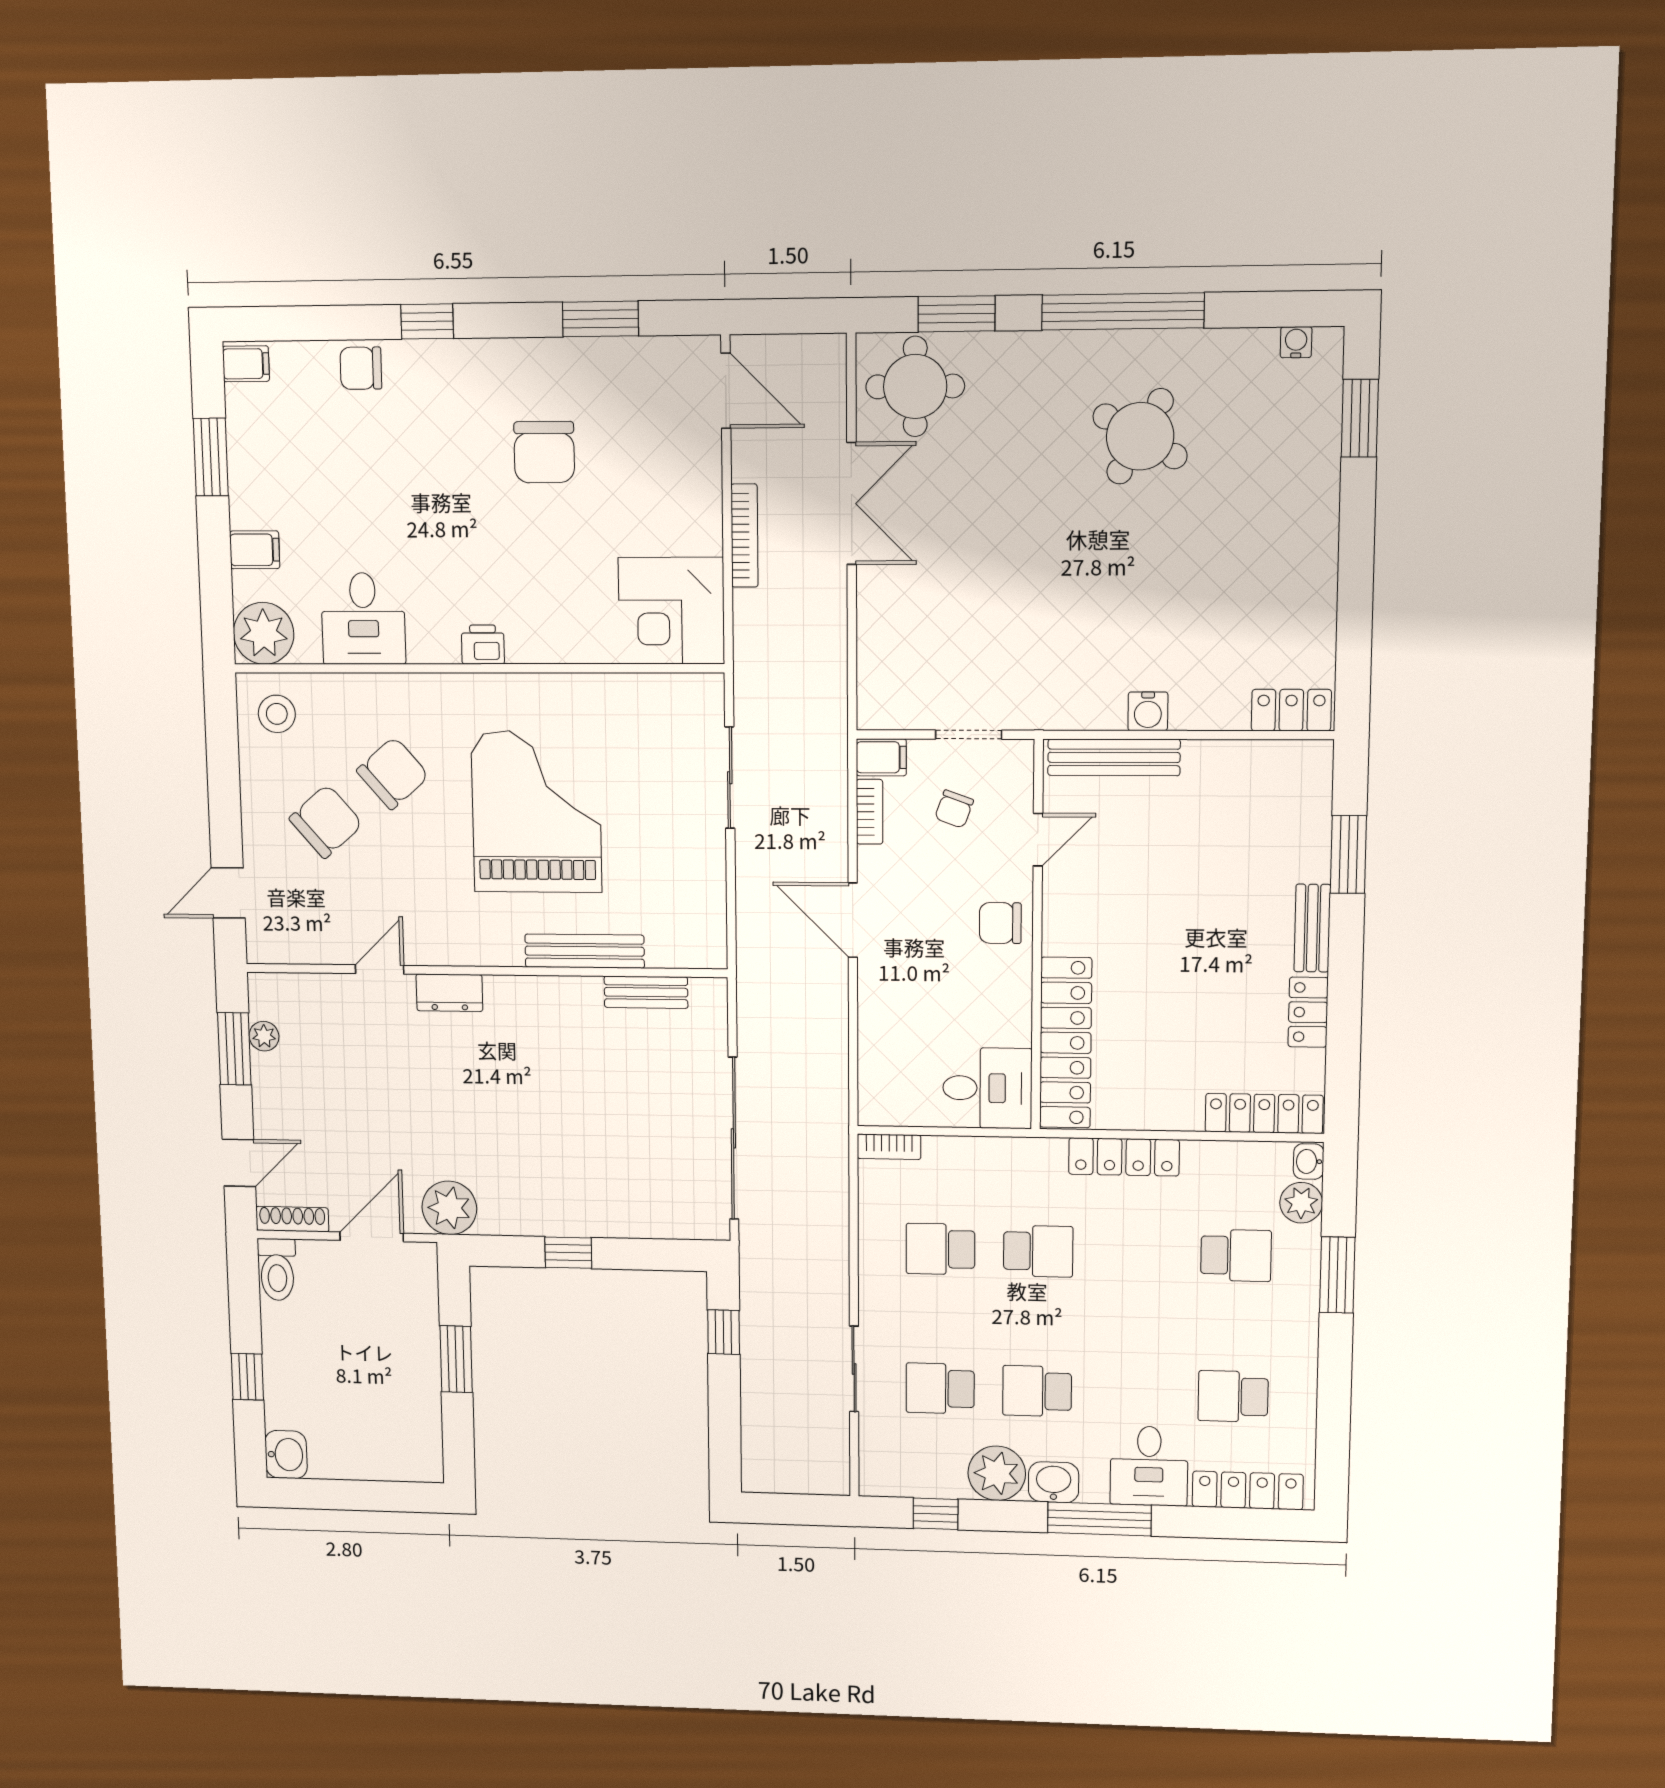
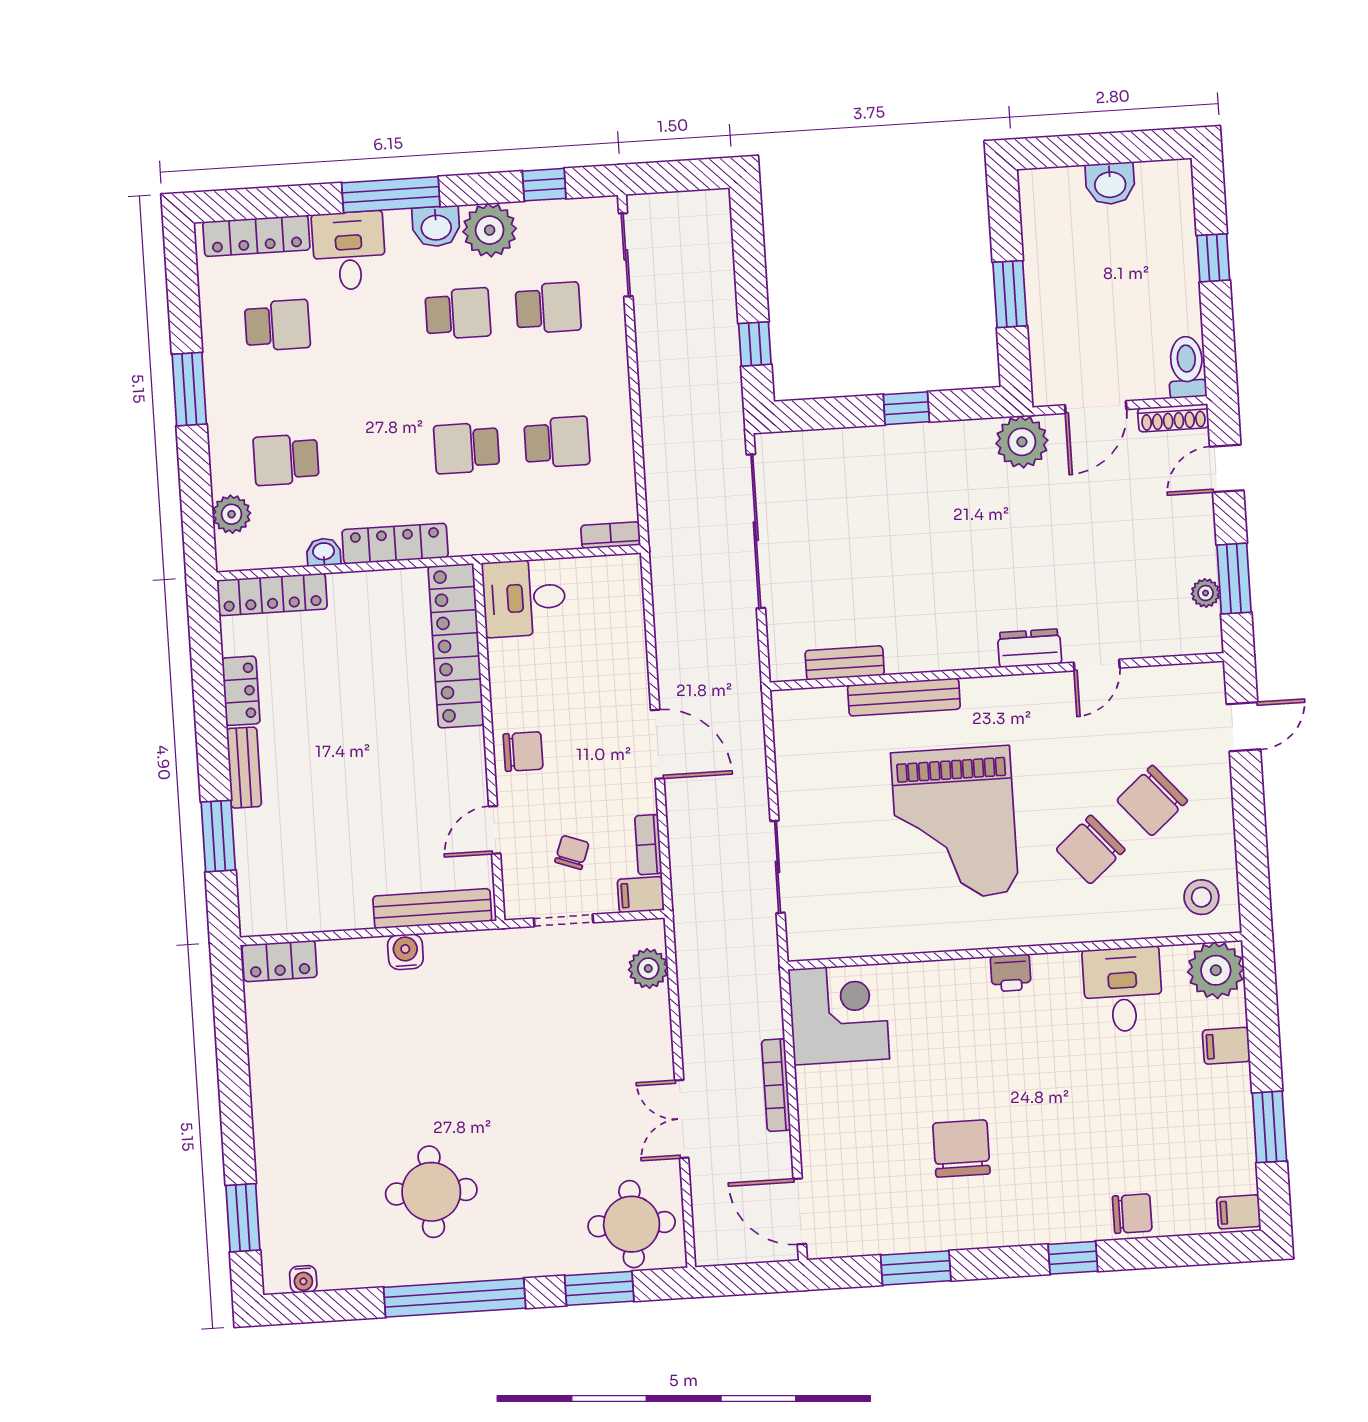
round table: (1140, 436) -> (431, 1192), turned -30
double door: (852, 504) -> (682, 1119), width x0.73
plant: (878, 675) -> (648, 968), added
washbasin: (1309, 1161) -> (324, 552), moved, turned -90
window: (1337, 1275) -> (189, 389), moved
sliding door: (854, 1369) -> (626, 255), moved
washbasin: (286, 1455) -> (1110, 183), moved, turned -90

